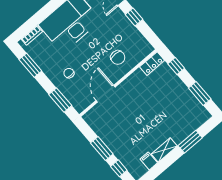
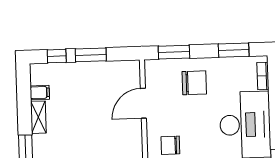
chair: (69, 73) -> (194, 83), width x1.87, depth x1.87
door: (106, 94) -> (143, 103), swing flipped

